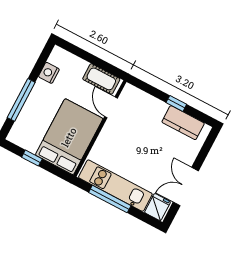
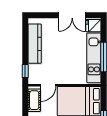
window: (176, 103) -> (25, 71), moved
kitchen counter: (183, 123) -> (35, 44), width x1.50

